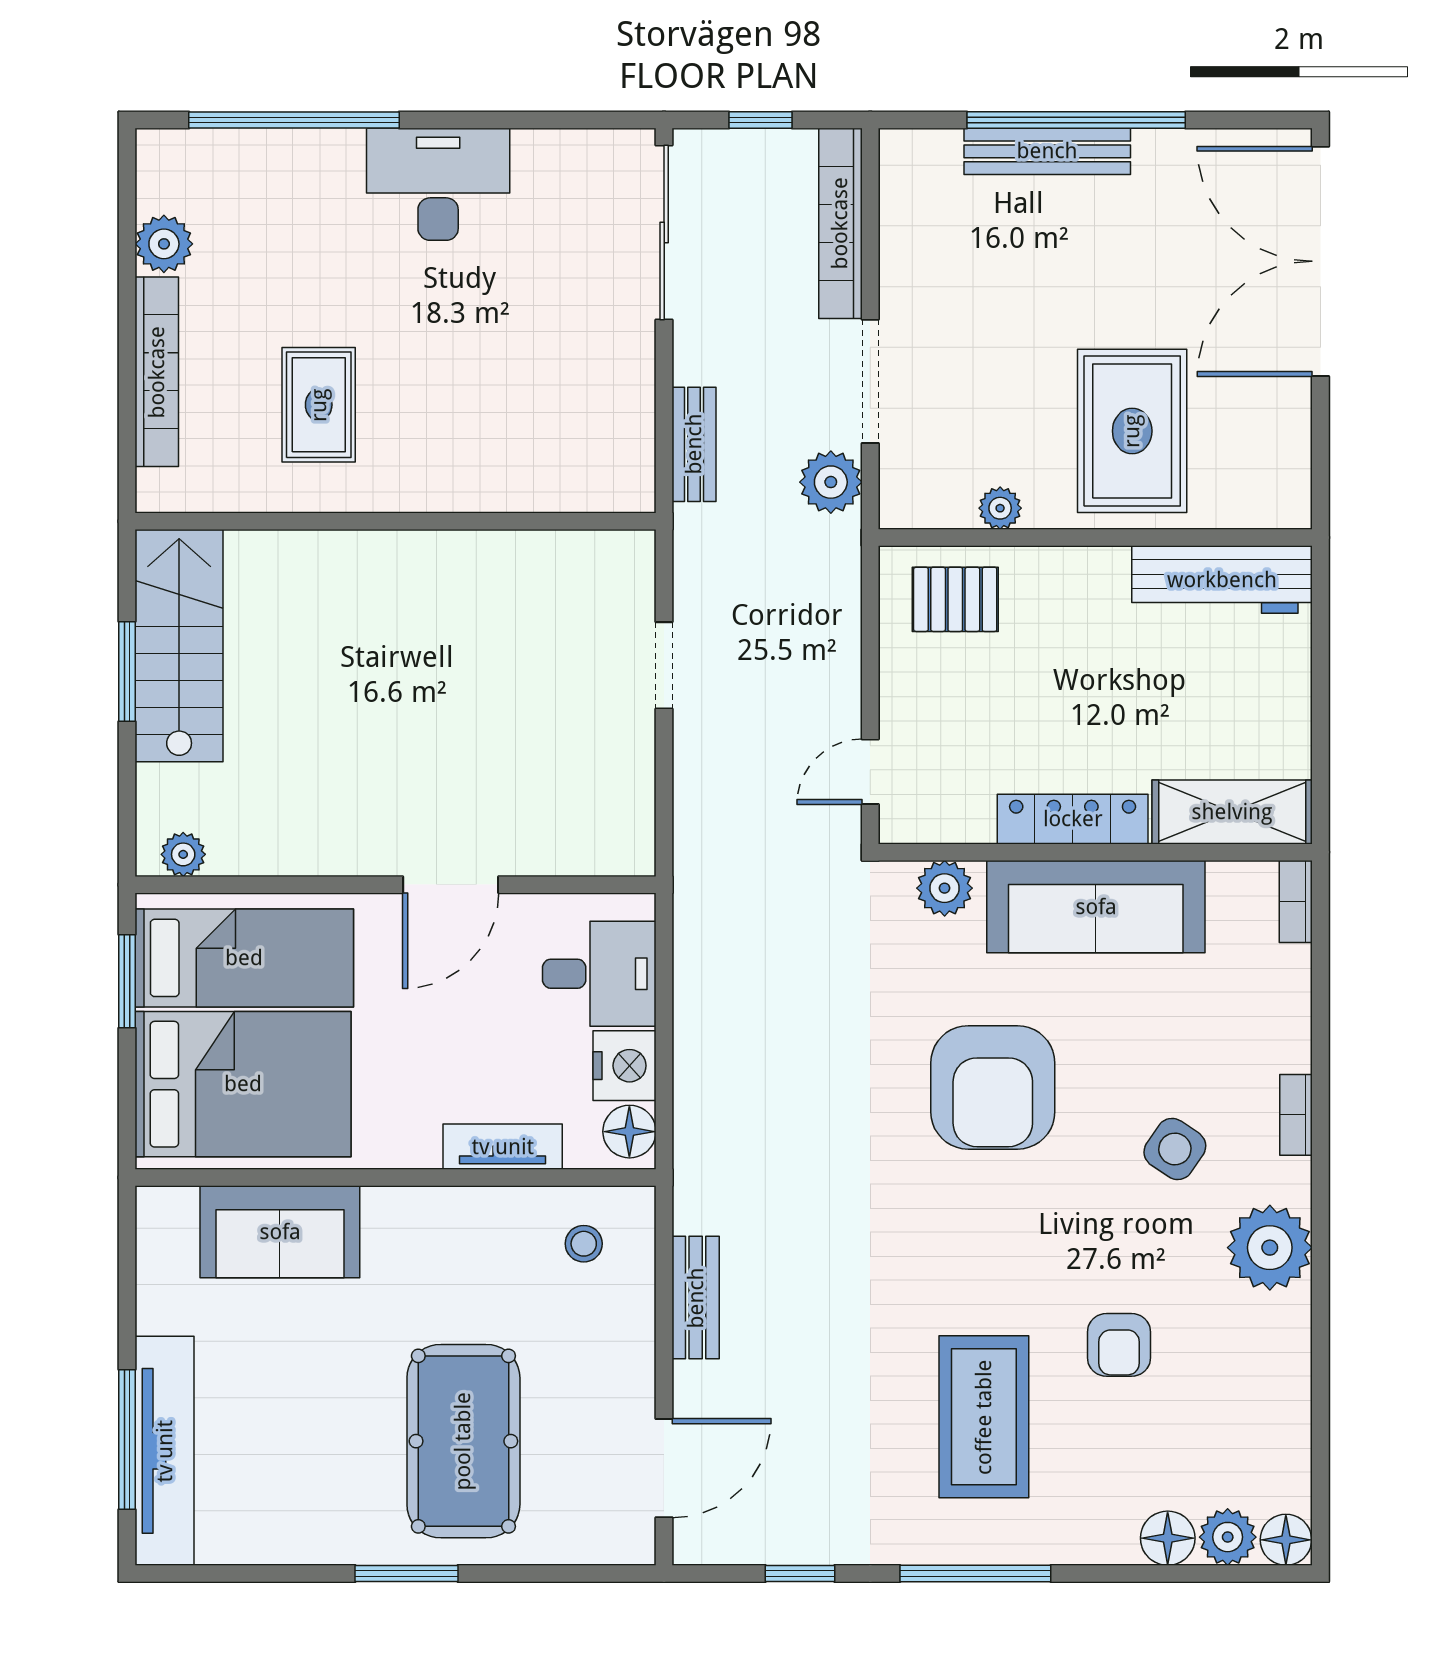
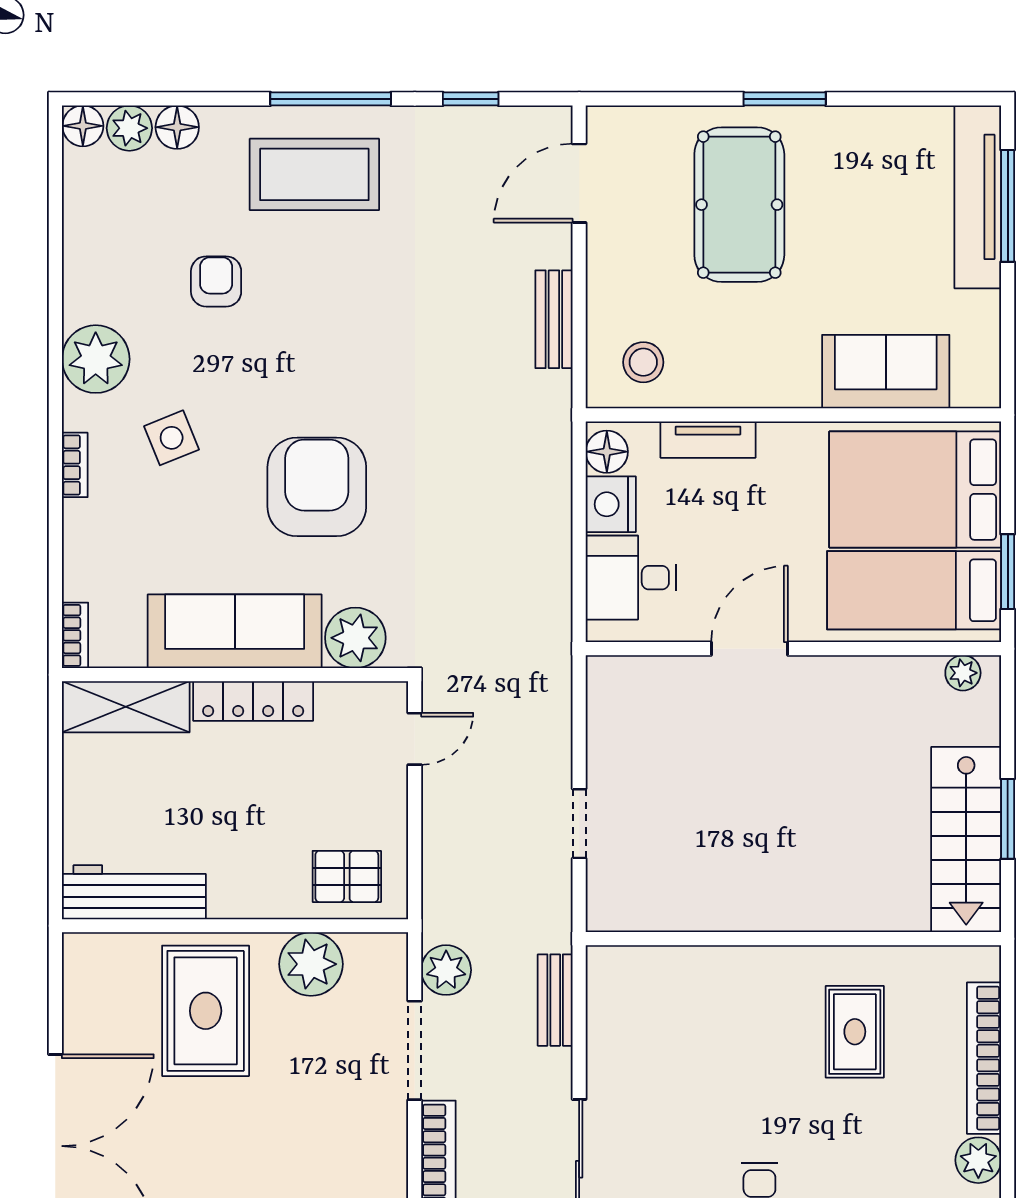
plant: (1000, 508) -> (311, 964), width x1.88, depth x1.88
plant: (945, 888) -> (355, 638), width x1.36, depth x1.36
side table: (1175, 1149) -> (172, 438), turned 34
stool: (584, 1244) -> (643, 362), width x1.37, depth x1.37
coffee table: (984, 1417) -> (314, 174), moved, turned 90

